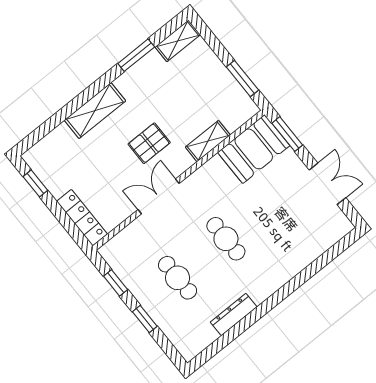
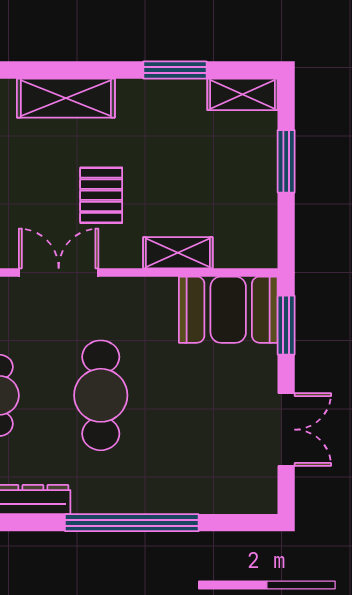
window: (242, 78) -> (286, 161), moved
pallet: (149, 143) -> (101, 195), turned 90
cafe table: (226, 239) -> (101, 395), width x1.37, depth x1.35
window: (290, 288) -> (132, 523), added

